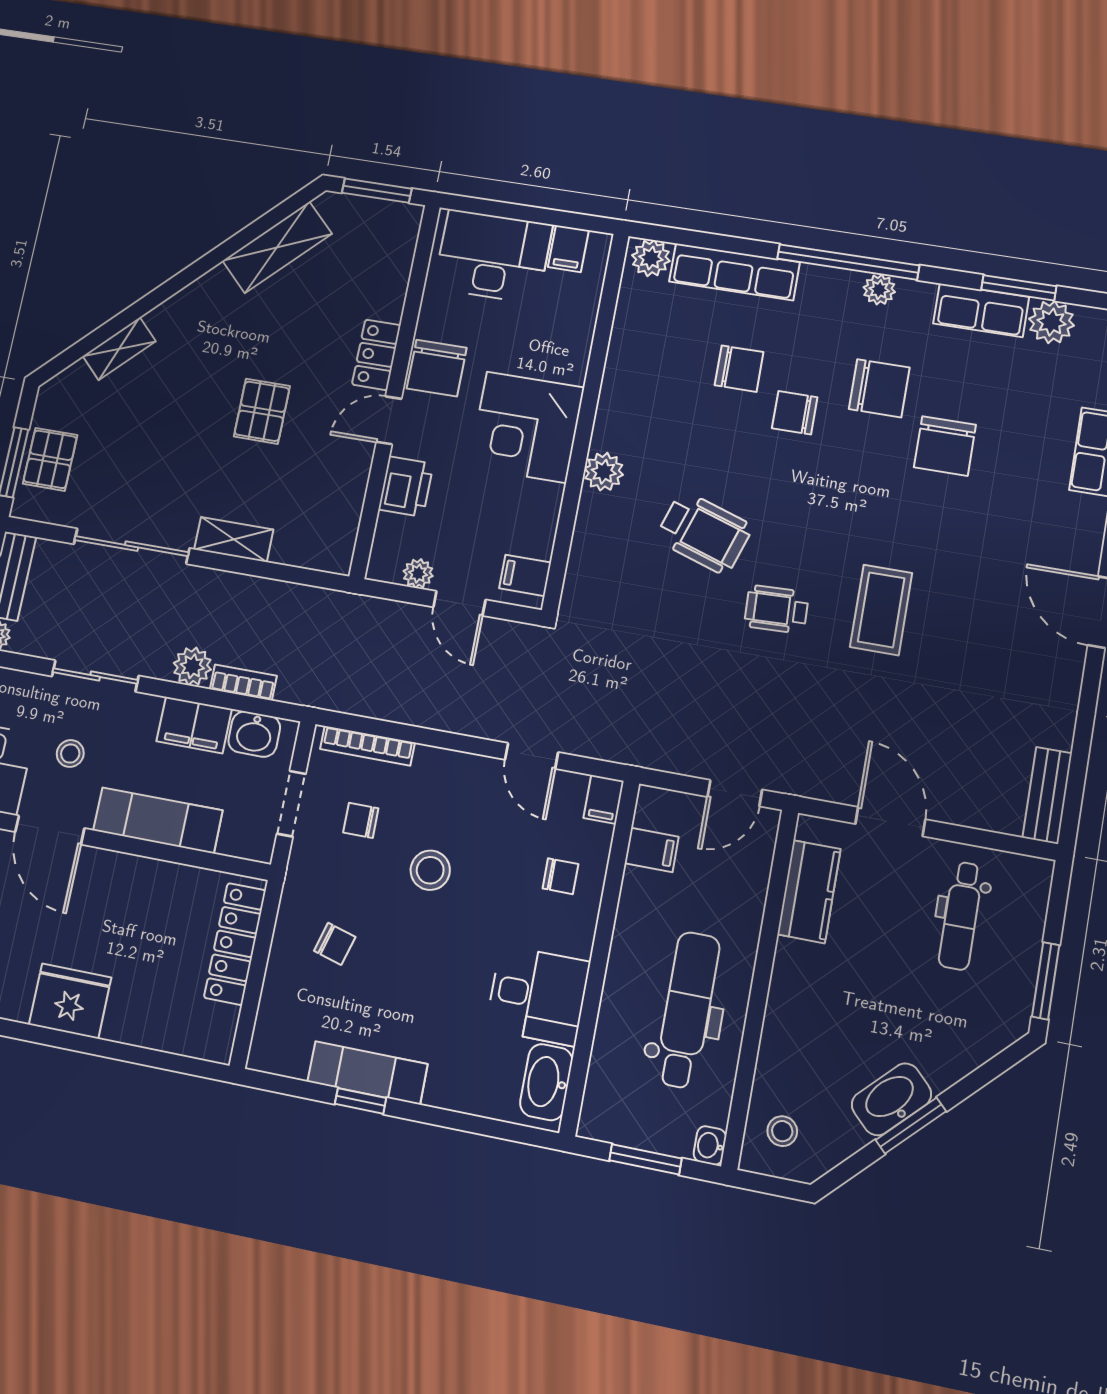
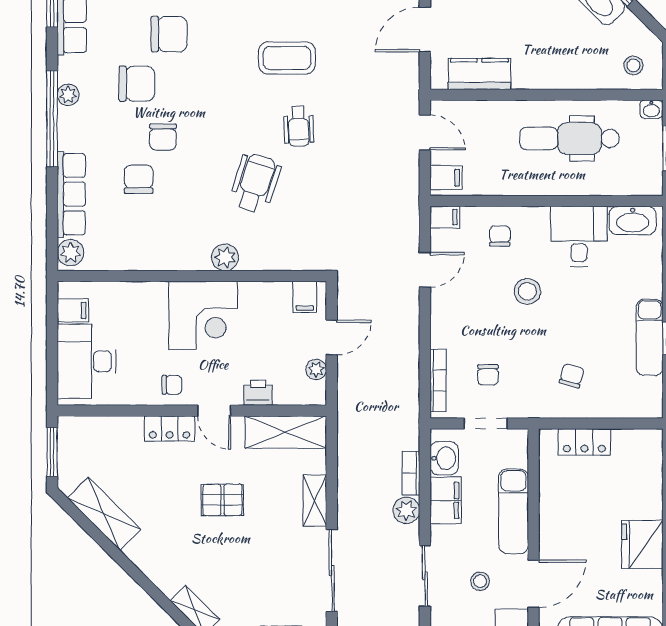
chair: (437, 368) -> (172, 385), width x0.54, depth x0.54
chair: (879, 388) -> (137, 84), turned 90
printer: (406, 487) -> (258, 393), width x0.73, depth x0.81
shelving: (338, 515) -> (286, 432), added
filing cabinet: (652, 850) -> (446, 178), moved, turned 90
stool: (430, 870) -> (527, 291), moved
locker: (235, 944) -> (584, 442), width x0.66

